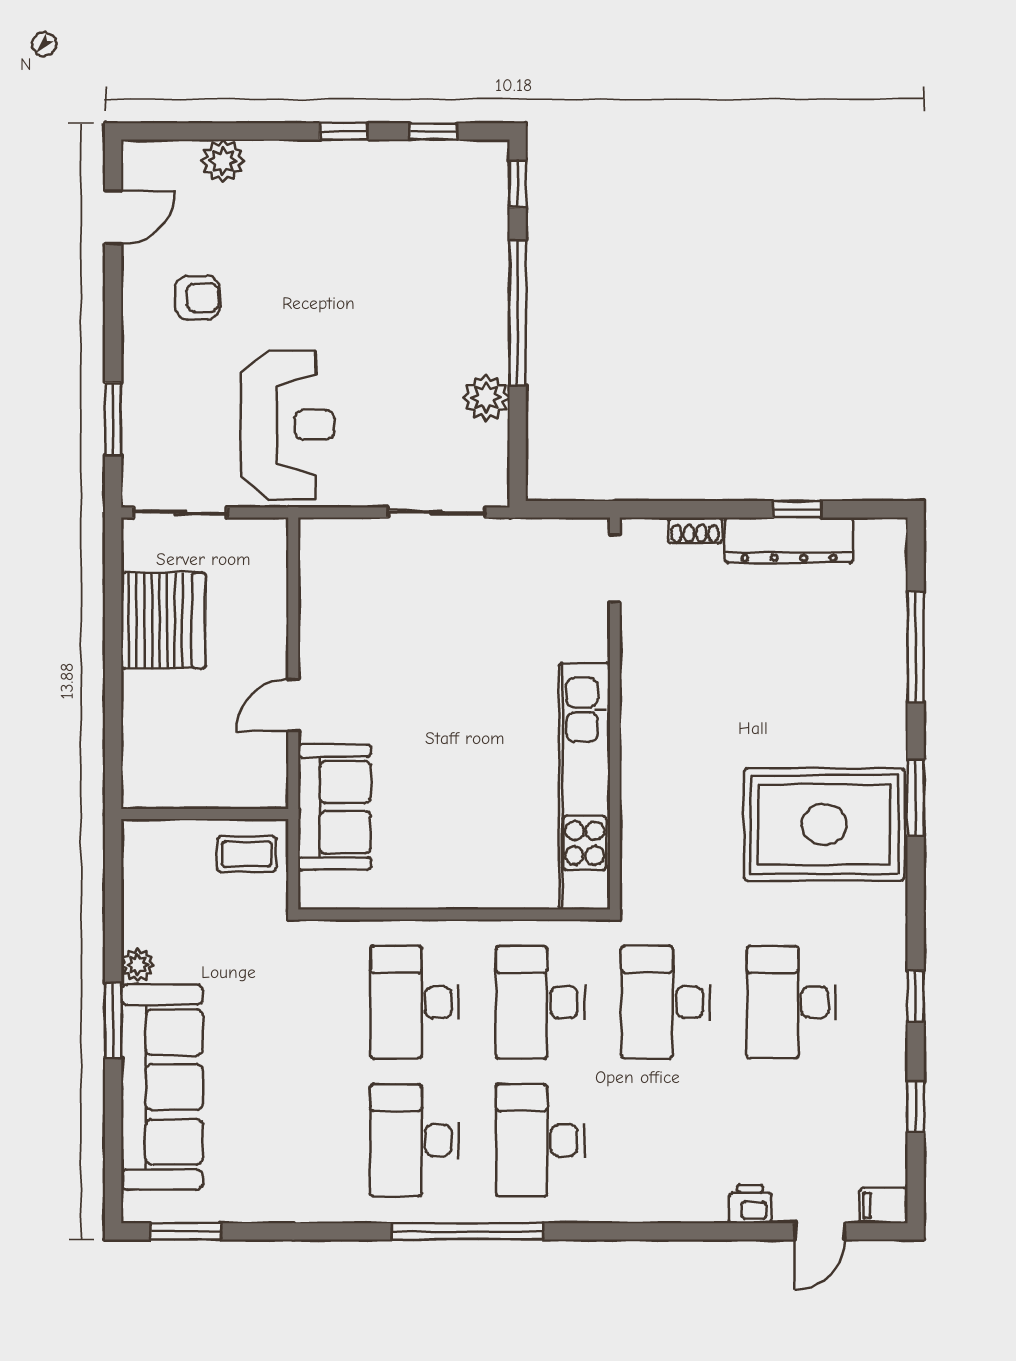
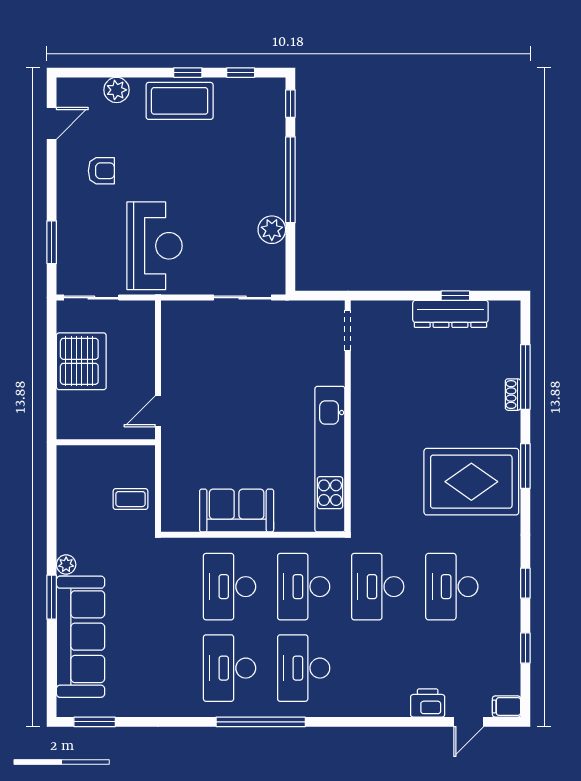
coffee table: (330, 179) -> (180, 101), added
shoe rack: (695, 530) -> (513, 395), moved, turned 90
sofa: (334, 807) -> (237, 511), moved, turned -90
wall: (205, 814) -> (106, 442), moved
printer: (750, 1204) -> (428, 703), width x1.36, depth x1.24

